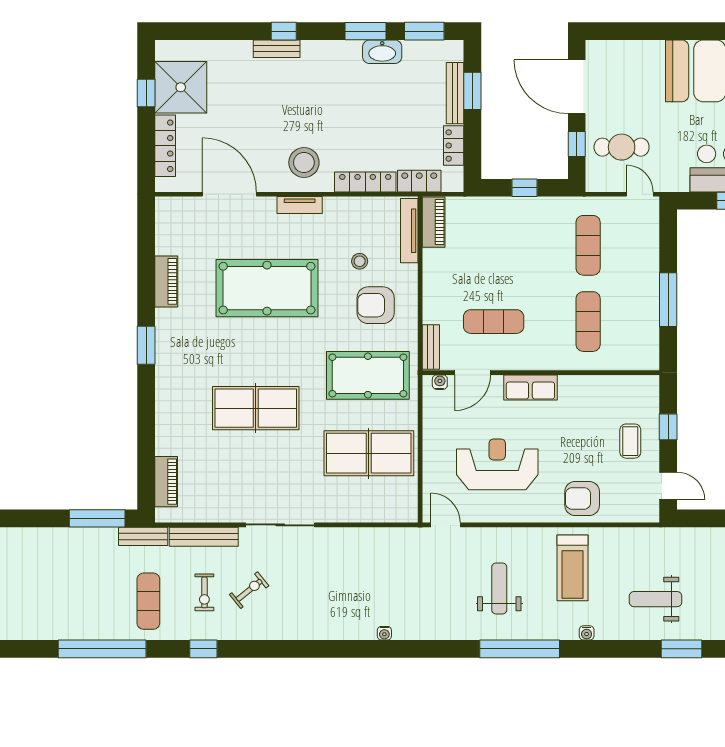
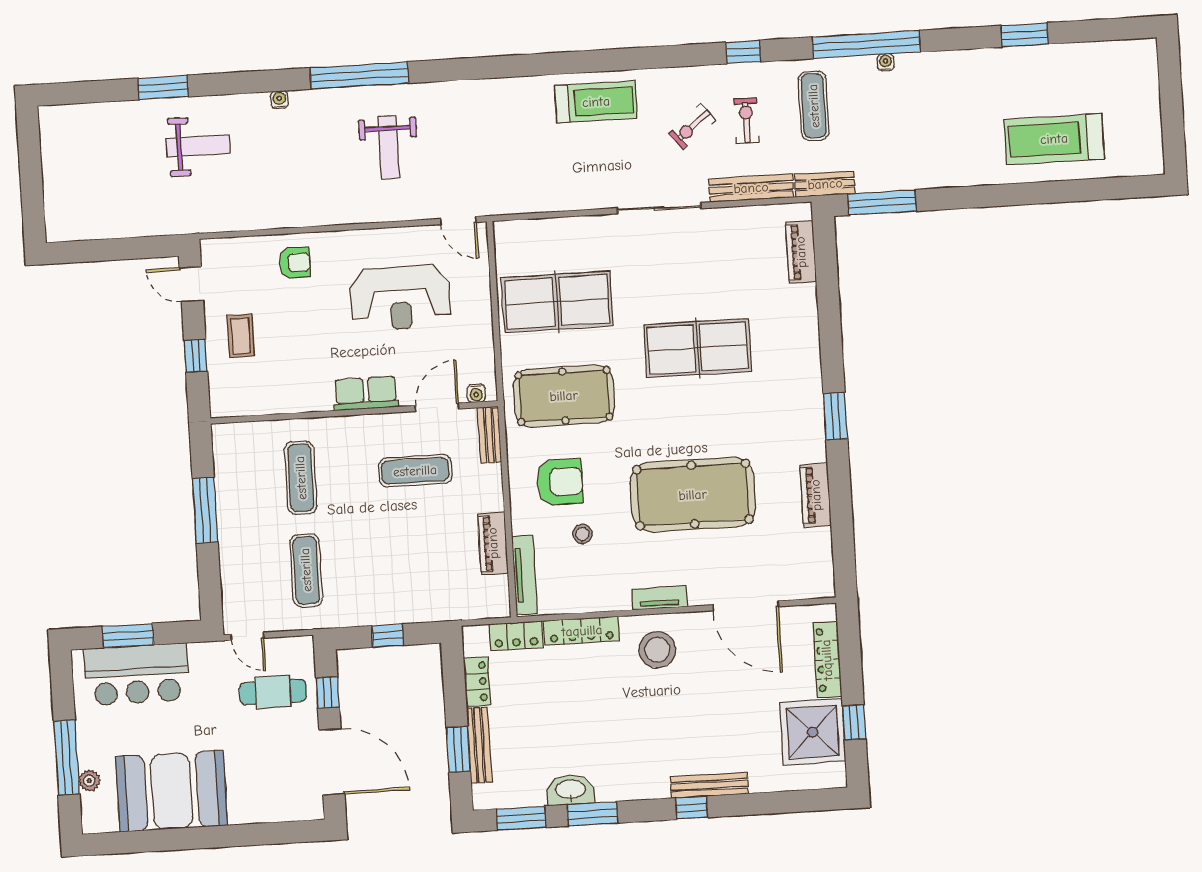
bench: (277, 49) -> (709, 785), width x1.36
piano: (434, 222) -> (493, 543), moved
armchair: (582, 498) -> (295, 263), width x0.72, depth x0.72
treadmill: (572, 568) -> (596, 102), moved, turned 90
water cooler: (384, 633) -> (886, 62), moved

